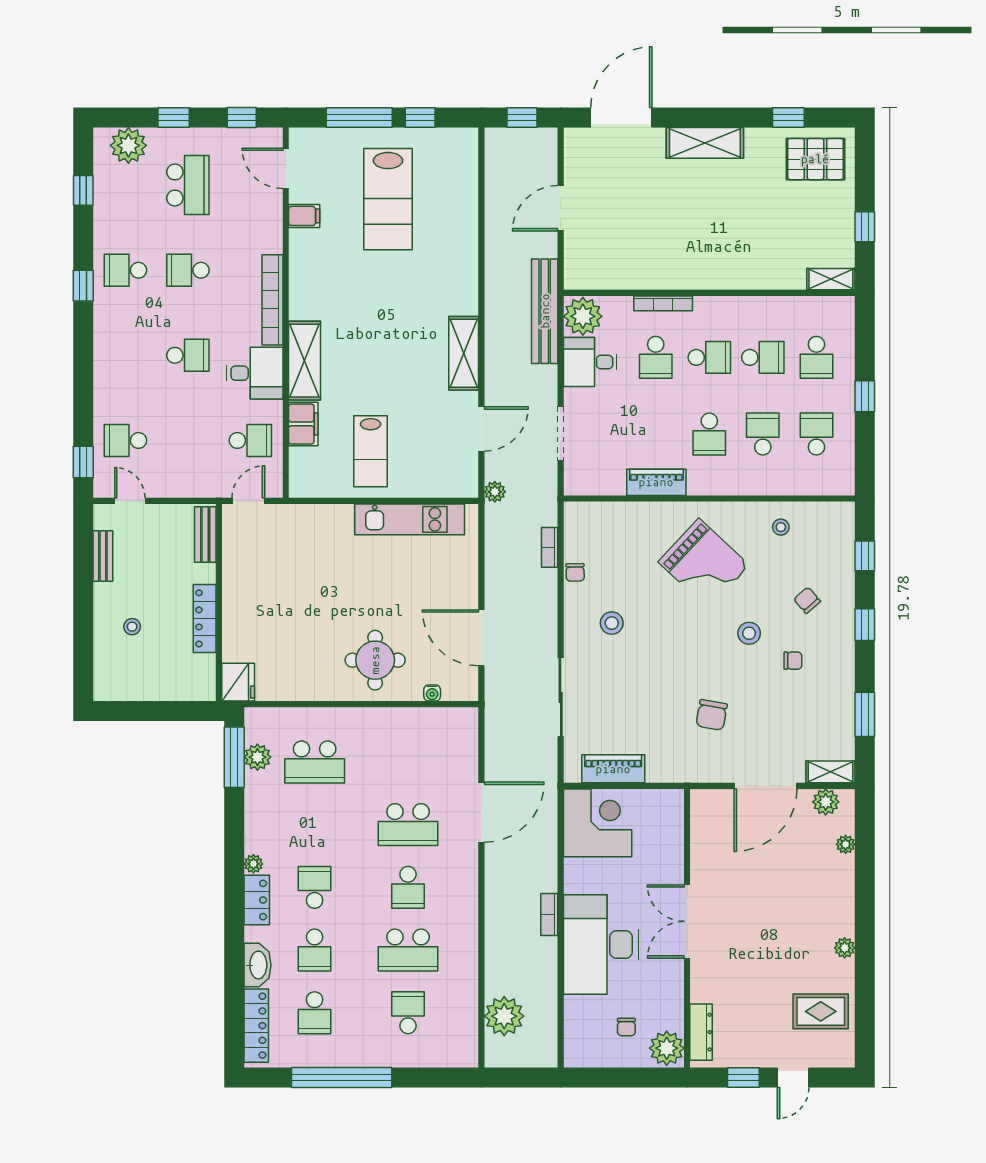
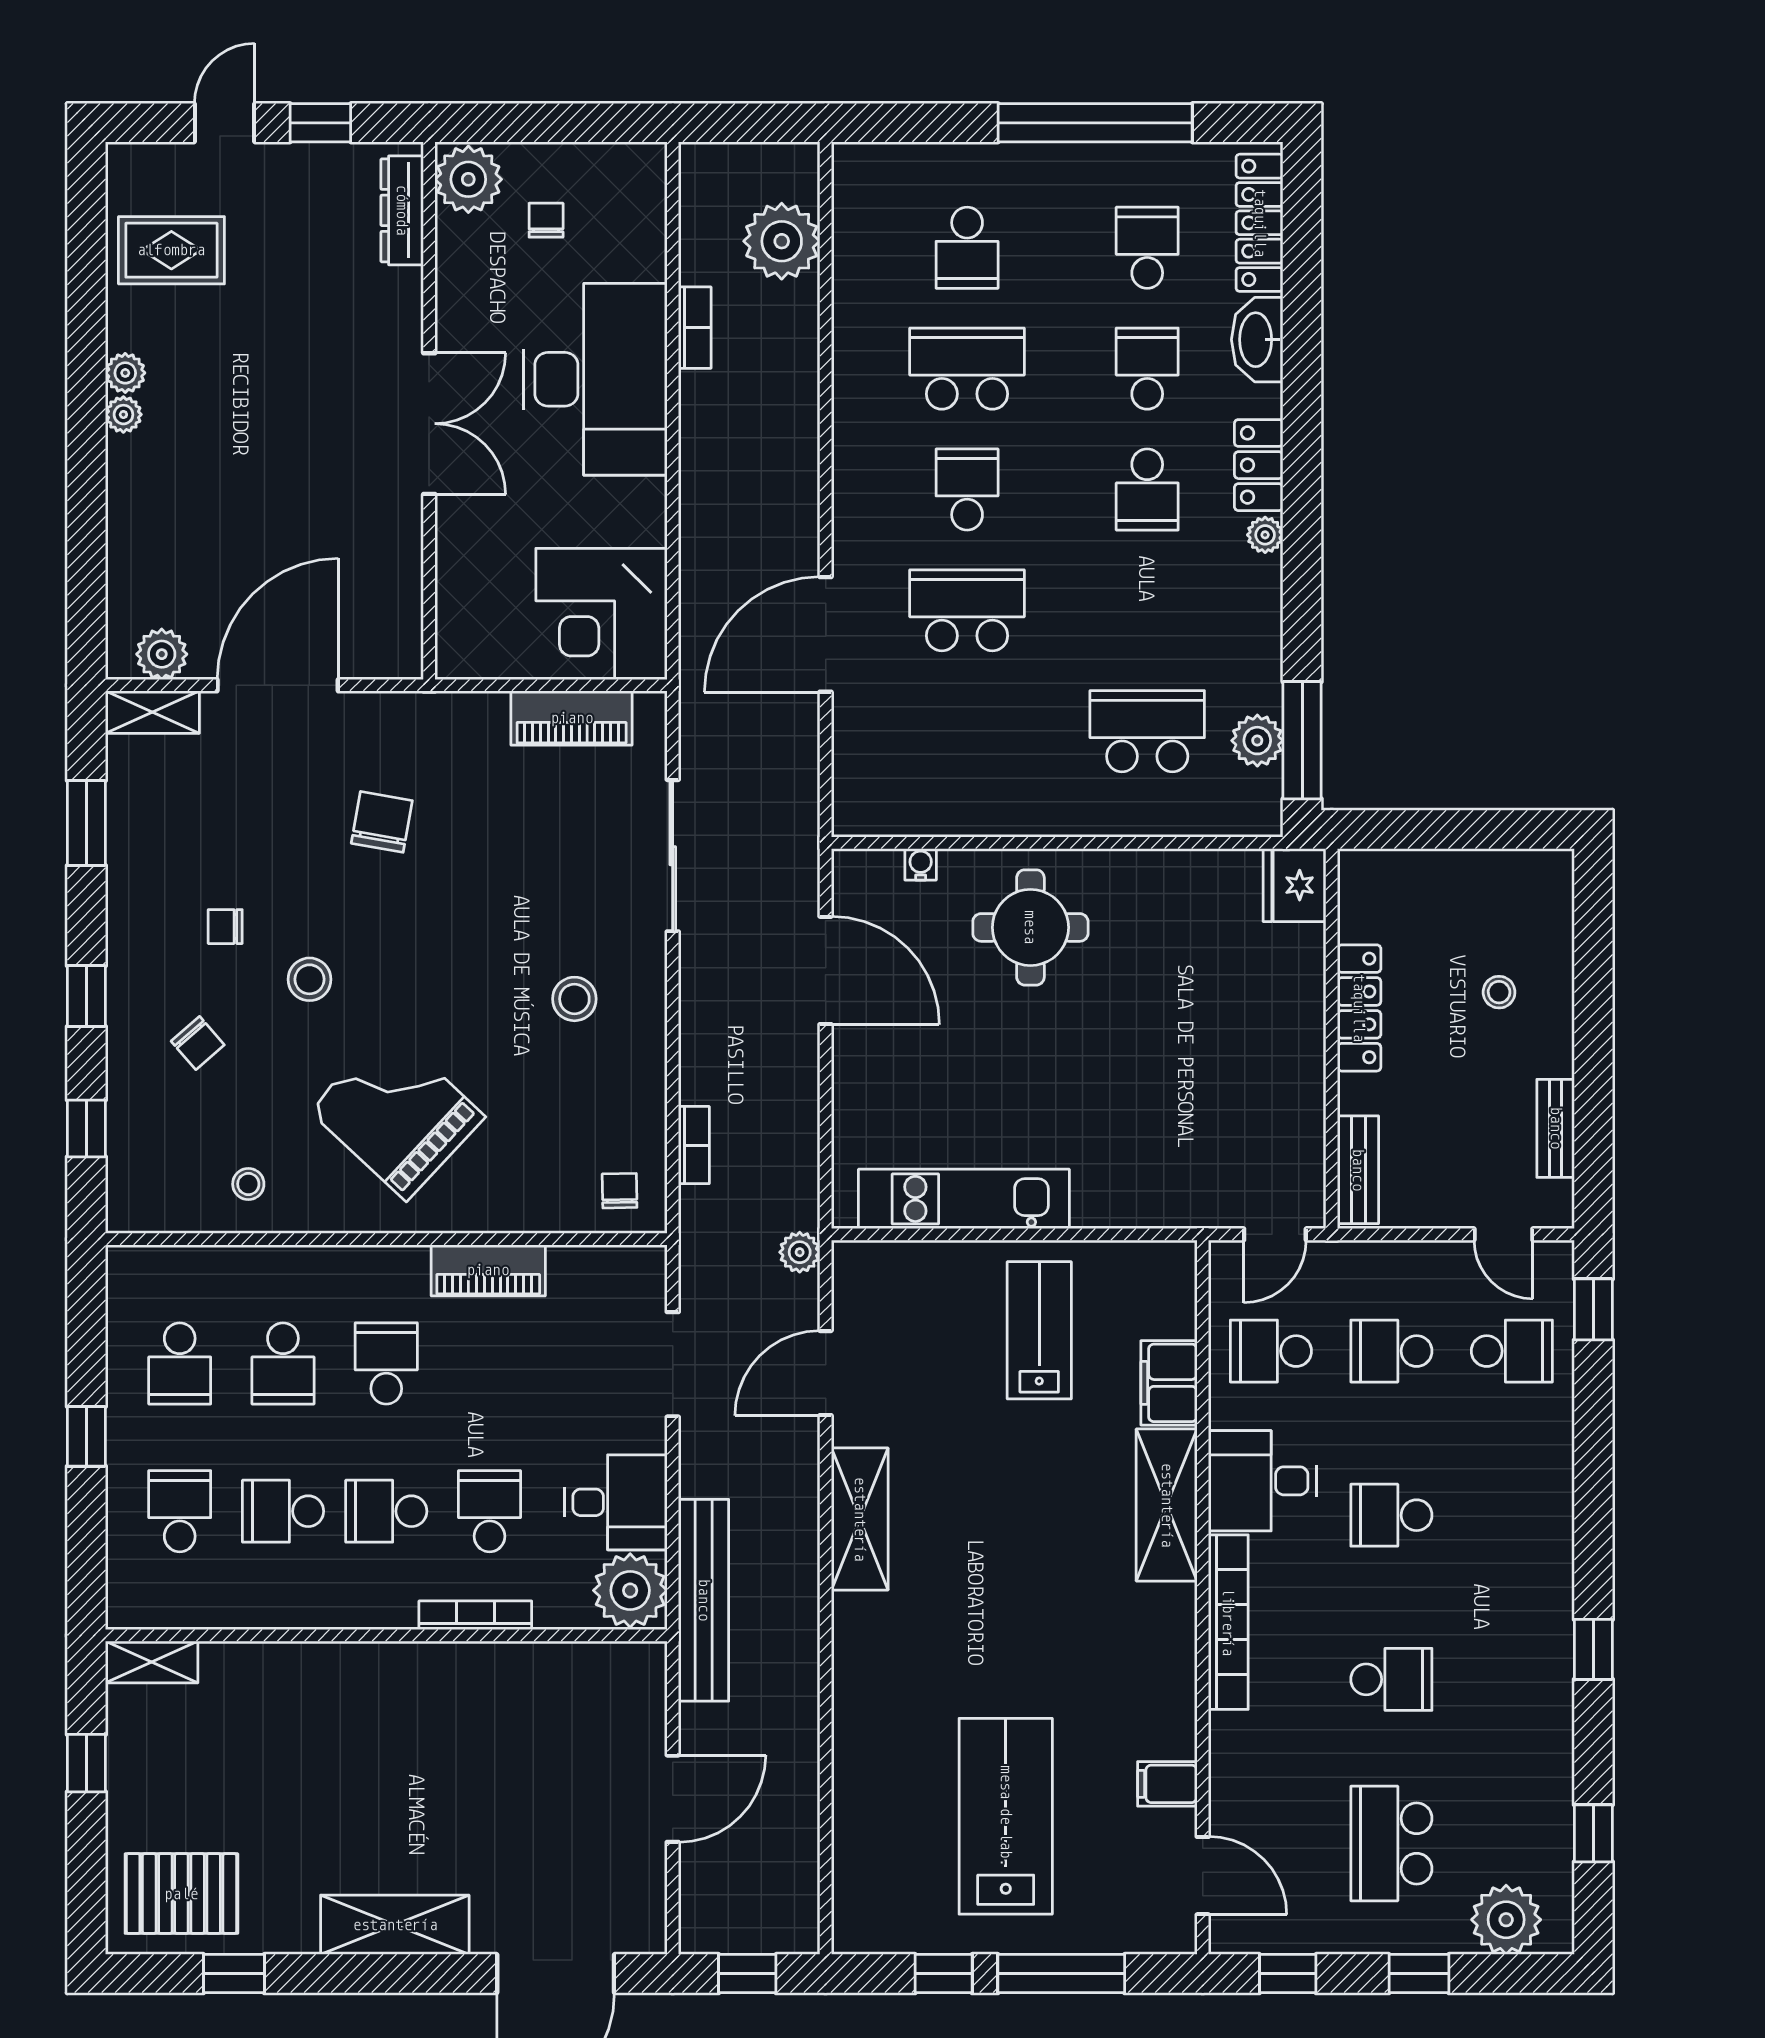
school desk: (125, 270) -> (1391, 1351), moved, turned 180
chair: (575, 572) -> (620, 1191), moved
plant: (846, 844) -> (123, 415), moved
bookcase: (549, 914) -> (695, 328), moved

